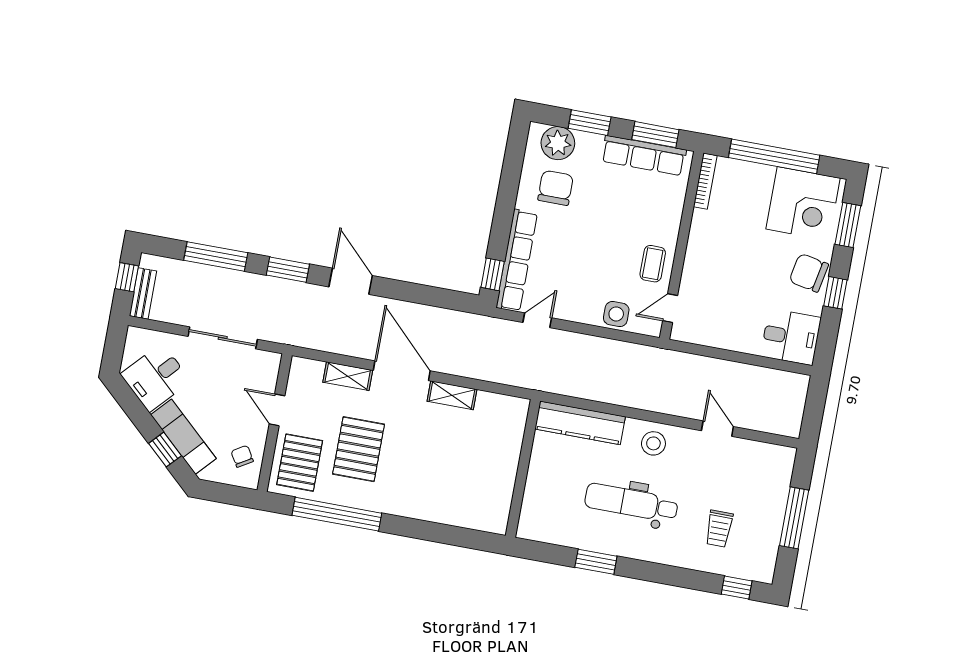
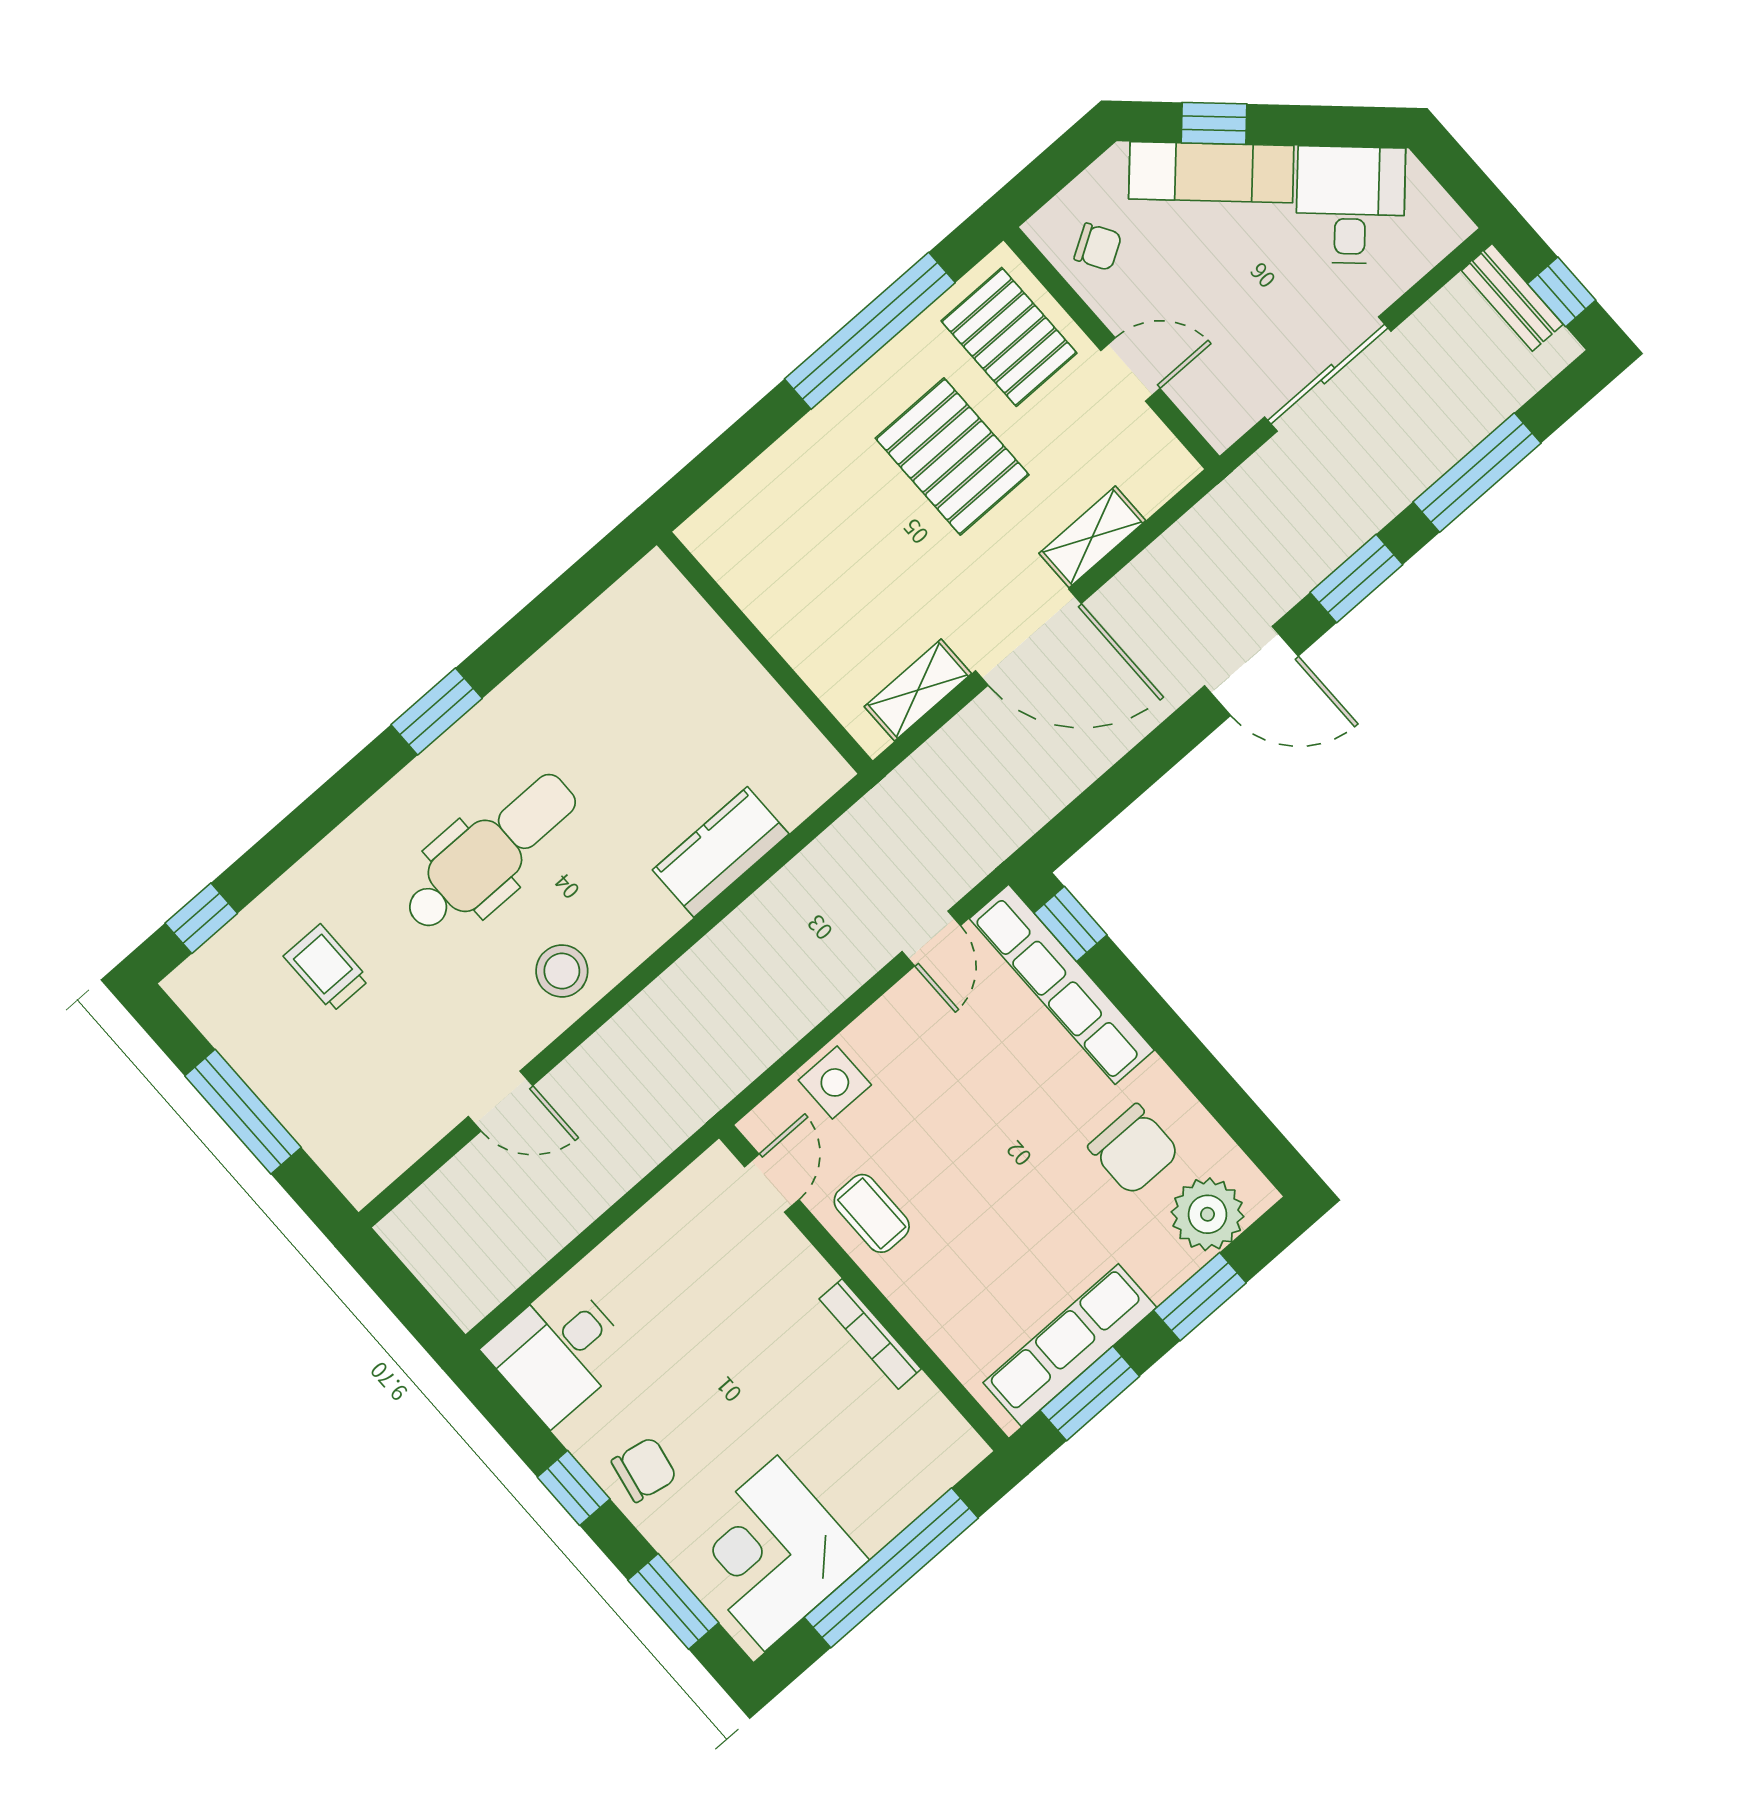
bookcase: (705, 181) -> (870, 1334), moved
chair: (809, 273) -> (644, 1470), width x0.73, depth x0.73
kitchen counter: (580, 423) -> (721, 852), width x0.67
wall: (523, 468) -> (765, 653), moved

